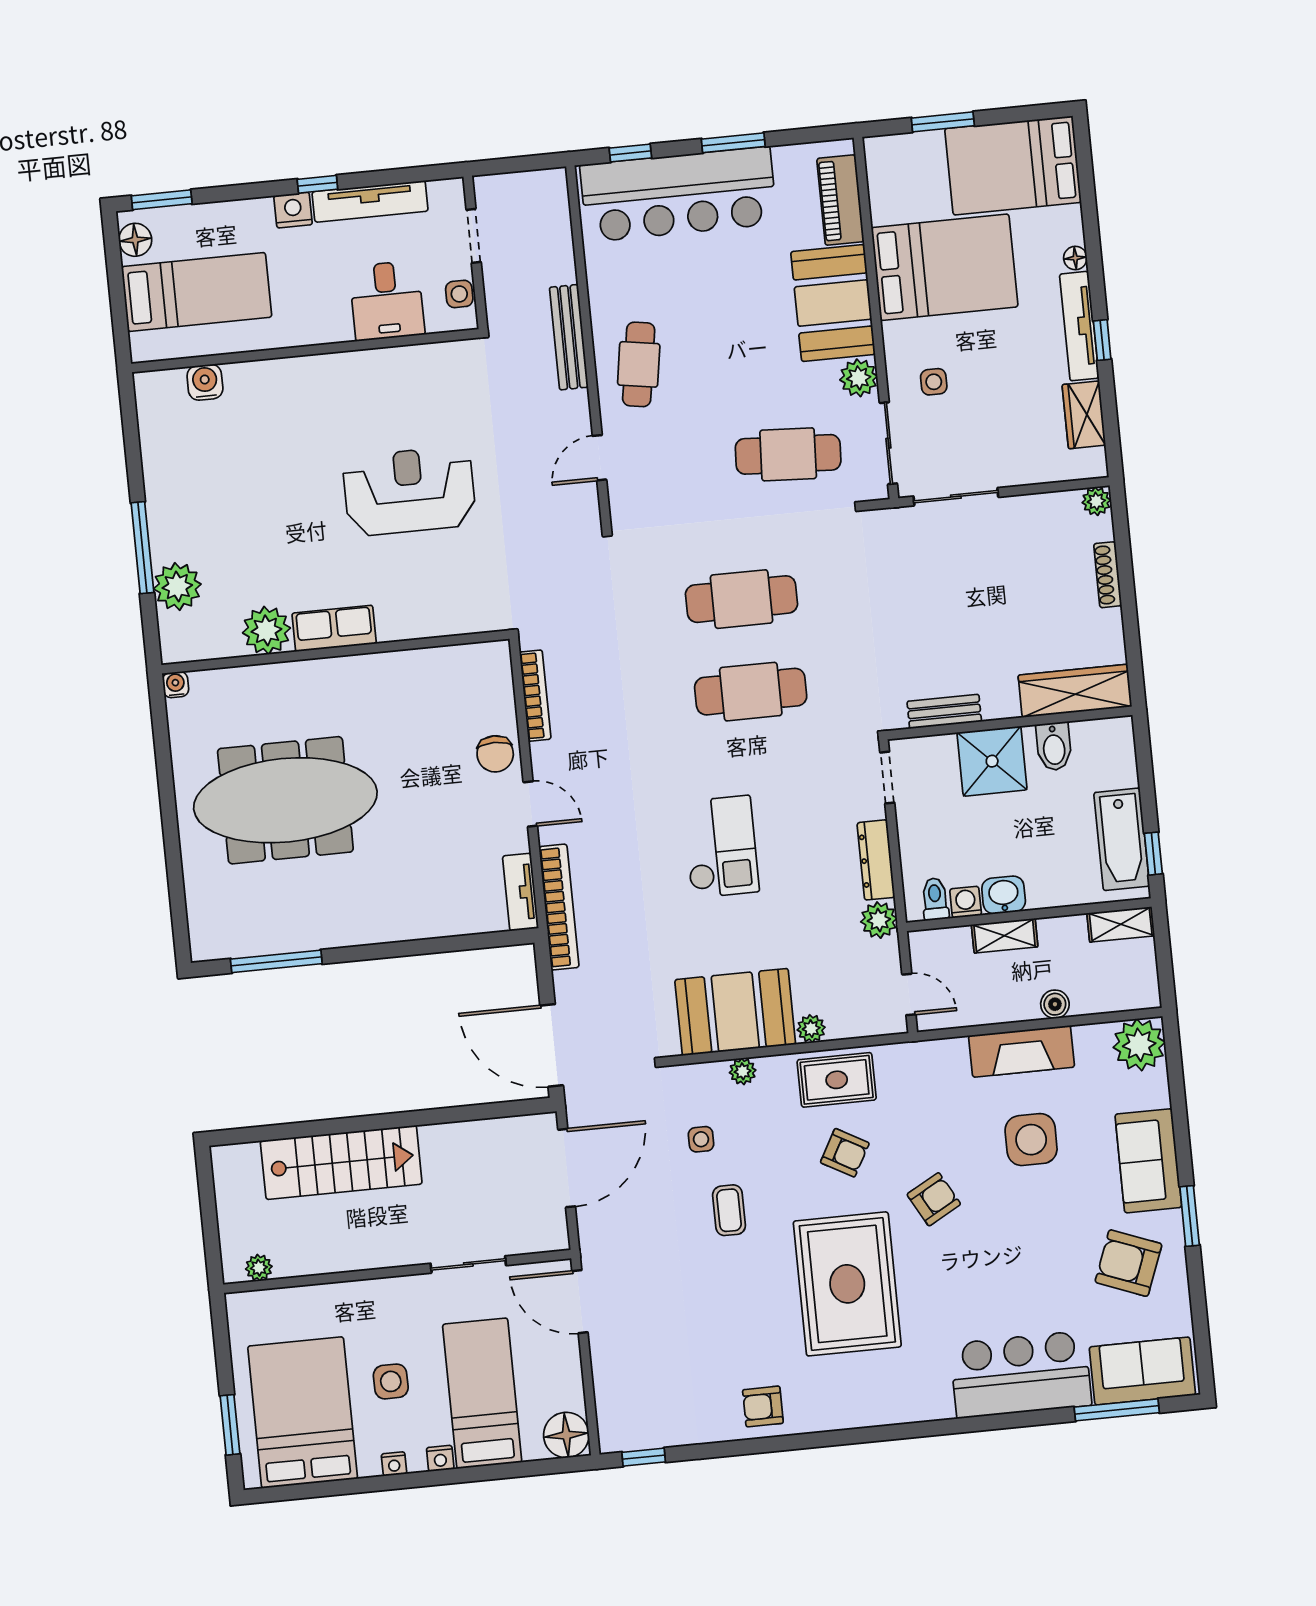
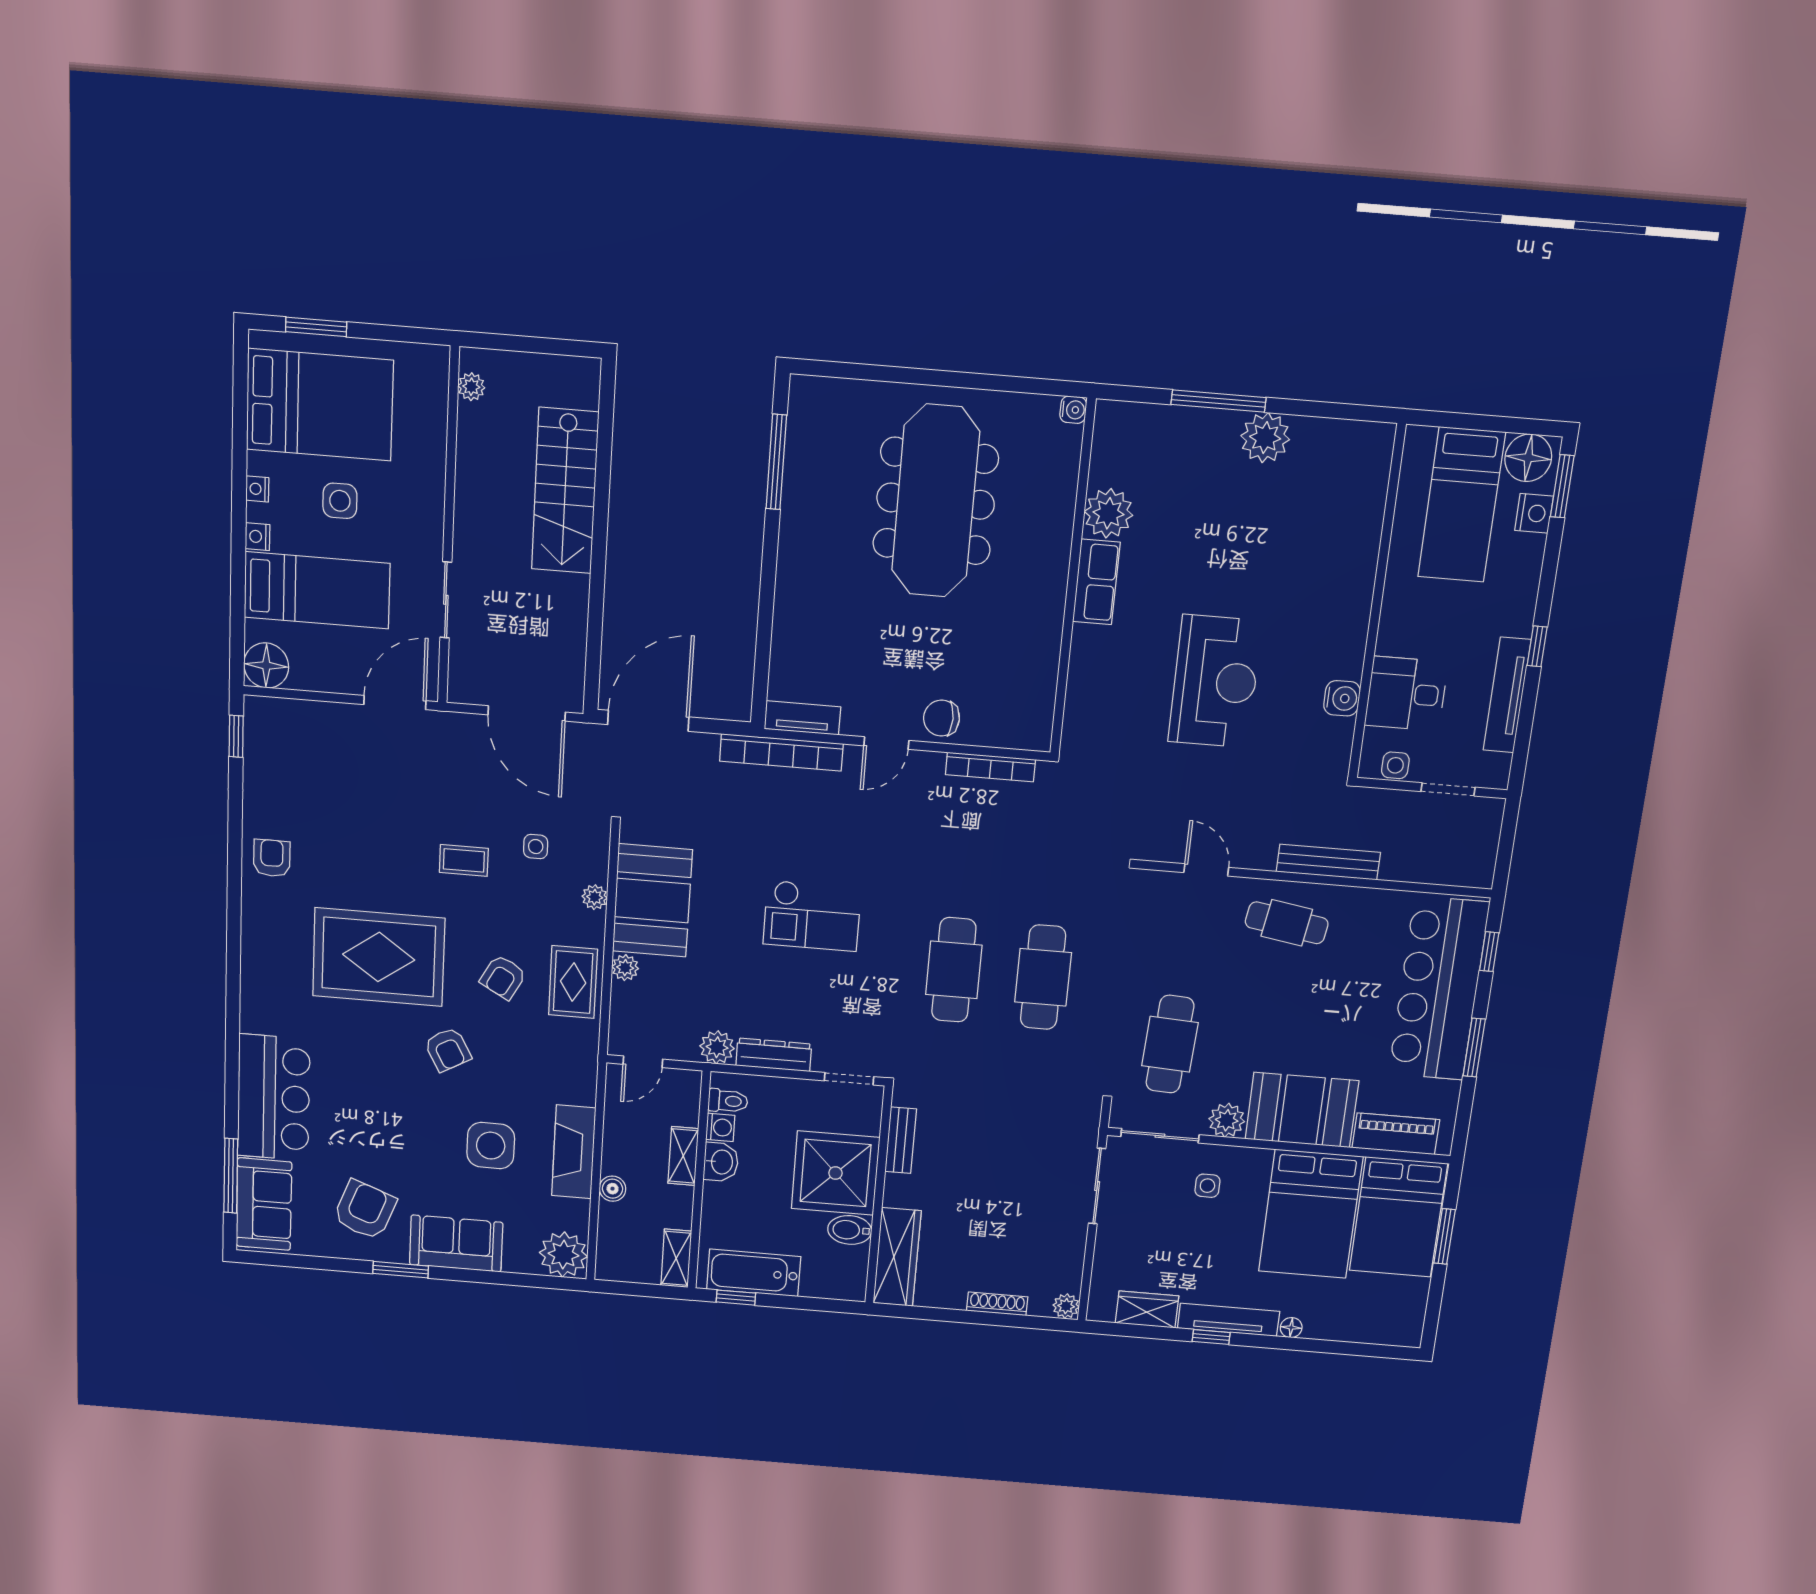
bed: (1013, 165) -> (1398, 1217), moved, turned 180
nightstand: (293, 210) -> (1534, 513), moved
floor lamp: (135, 240) -> (1528, 458), width x1.38, depth x1.38
water cooler: (205, 382) -> (1342, 698), moved
plant: (177, 587) -> (1265, 438), moved
shower: (992, 761) -> (835, 1173), width x1.37, depth x1.37

